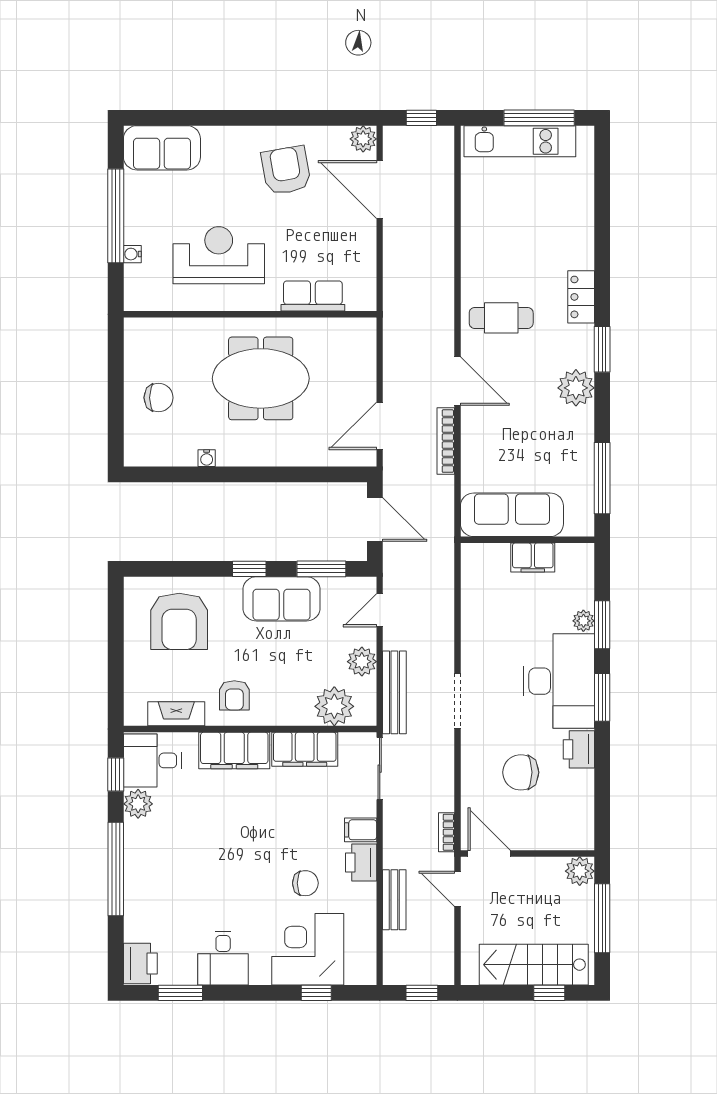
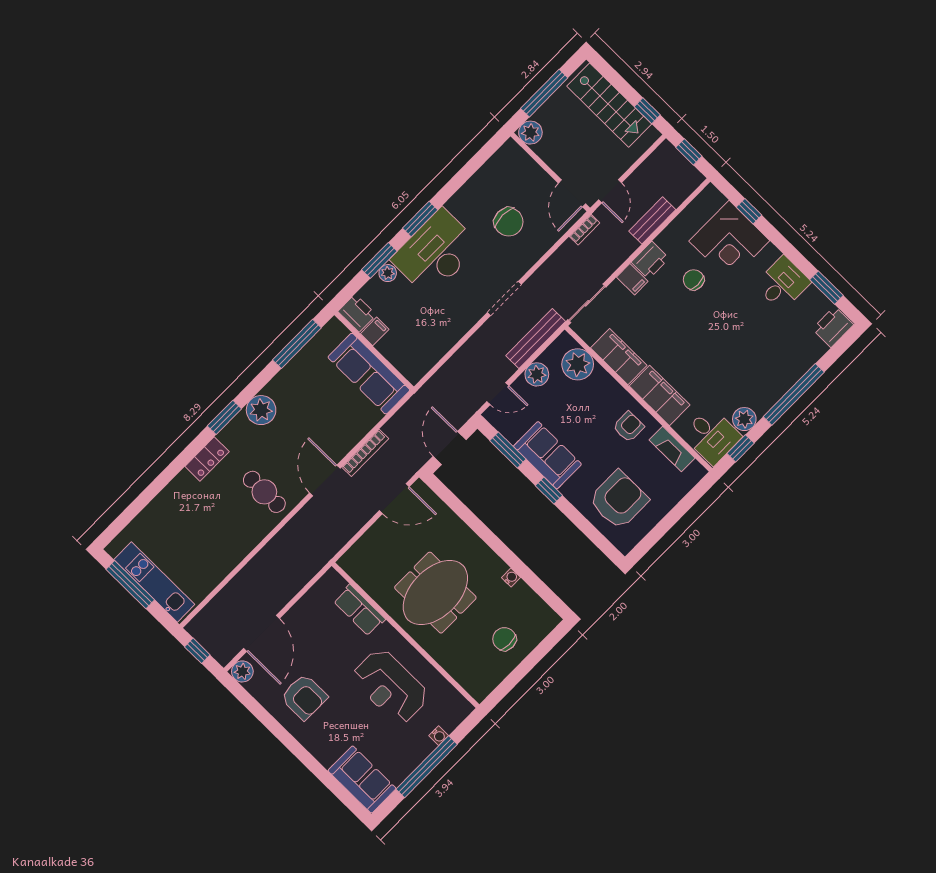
armchair: (286, 170) -> (304, 697), turned -80
meeting table: (261, 378) -> (435, 593), turned 90
filing cabinet: (533, 557) -> (375, 331), width x0.50
printer: (579, 749) -> (357, 313), moved, turned -90
window: (549, 993) -> (647, 111), moved

